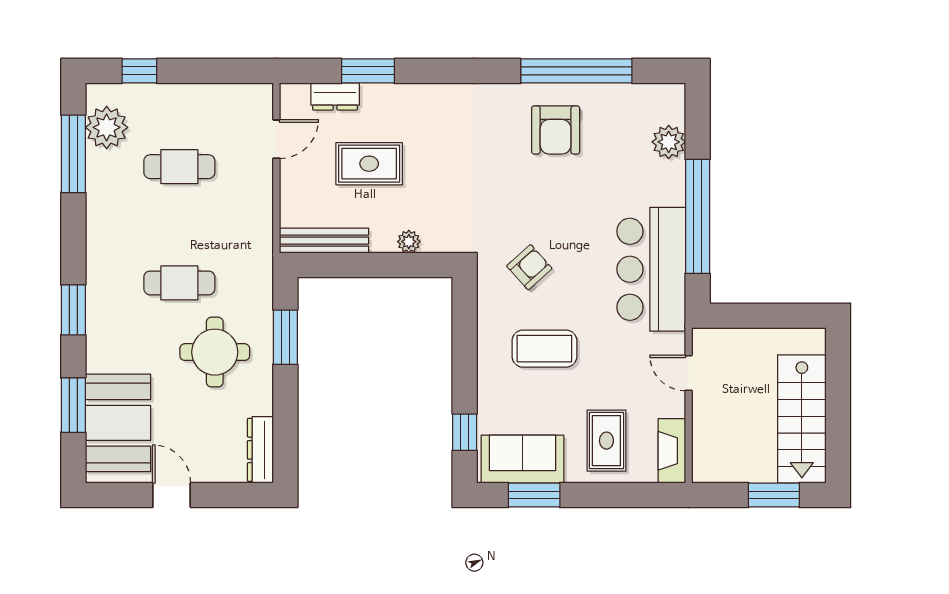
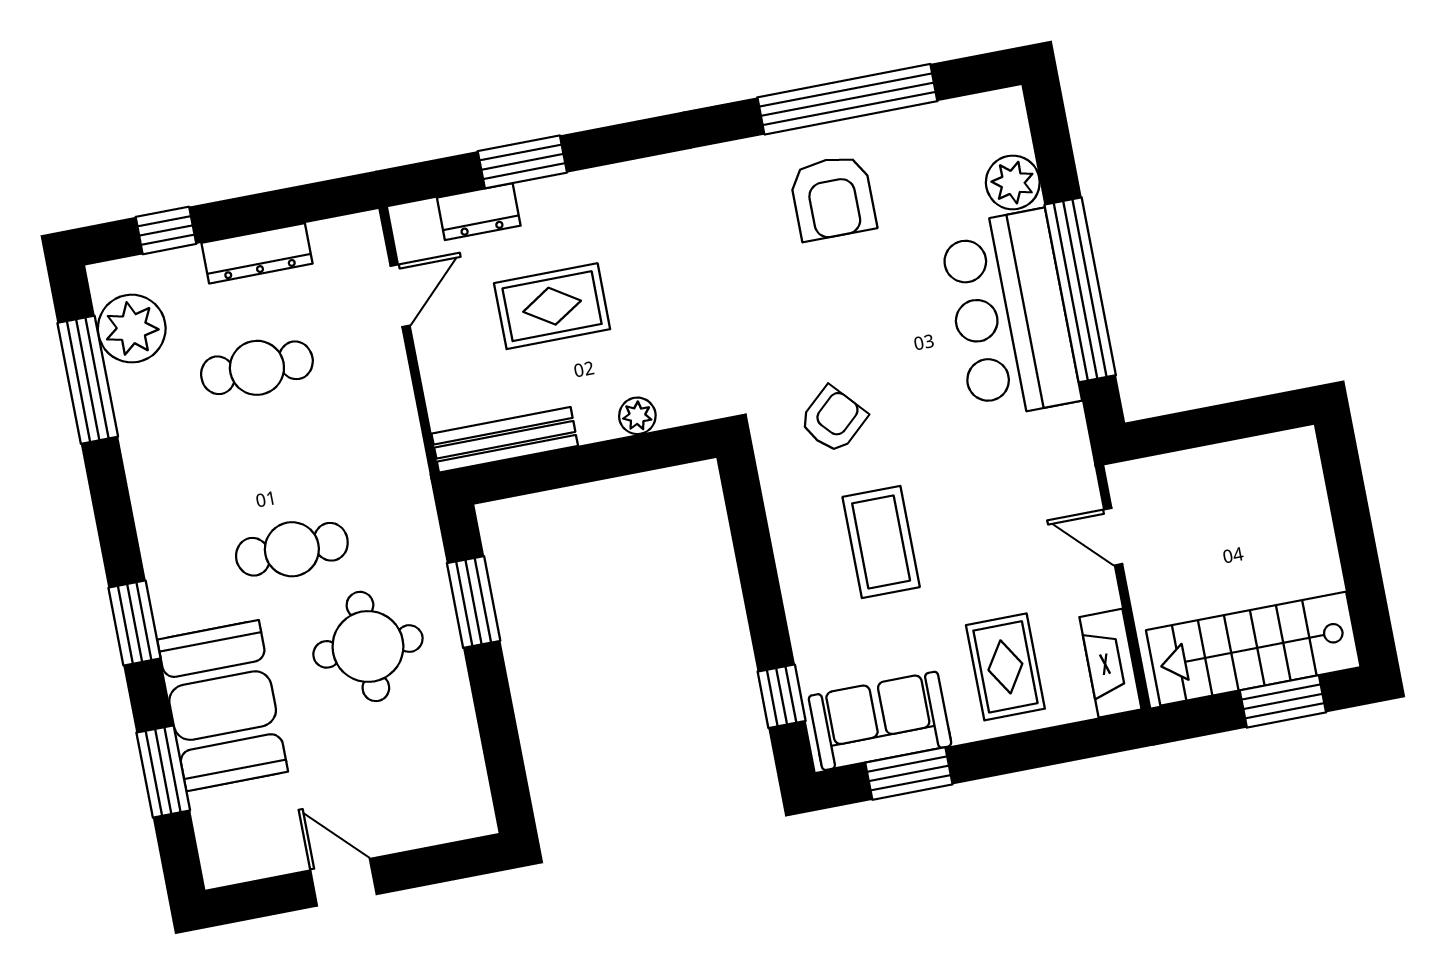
bar counter: (651, 269) -> (1010, 314), moved
coffee table: (544, 349) -> (881, 542), turned 90
stairs: (802, 419) -> (1253, 649), moved, turned 90
booth: (118, 423) -> (223, 706), moved
dresser: (260, 450) -> (257, 253), moved, turned -90

